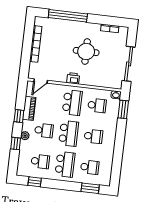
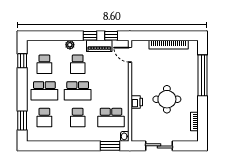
sliding door: (129, 64) -> (159, 146), width x0.73
printer: (73, 78) -> (137, 102), moved
school desk: (72, 103) -> (111, 91), removed
school desk: (97, 105) -> (111, 118), width x1.85
window: (16, 144) -> (111, 36), moved

